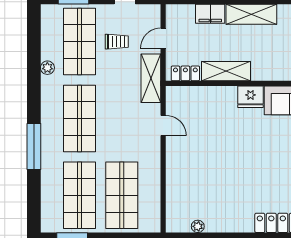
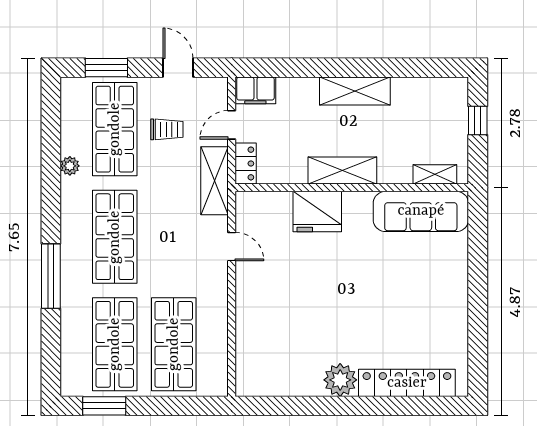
filing cabinet: (210, 14) -> (255, 90), moved
shelving: (226, 71) -> (342, 171), moved
locker: (185, 73) -> (246, 163), moved, turned 90
fridge: (251, 97) -> (317, 212), moved, width x1.36, depth x1.34
plant: (198, 226) -> (340, 380), moved, width x1.87, depth x1.87

